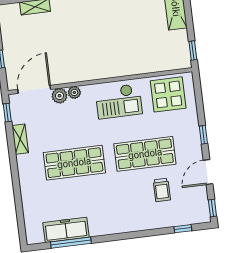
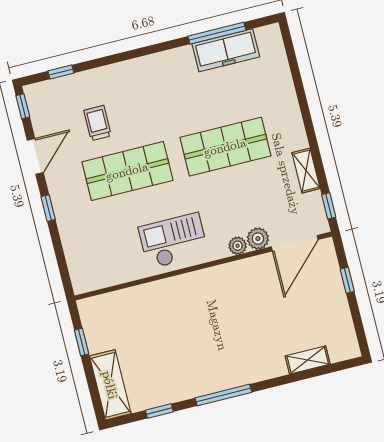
window: (193, 50) -> (82, 342), moved
display table: (168, 94) -> (105, 259), removed

